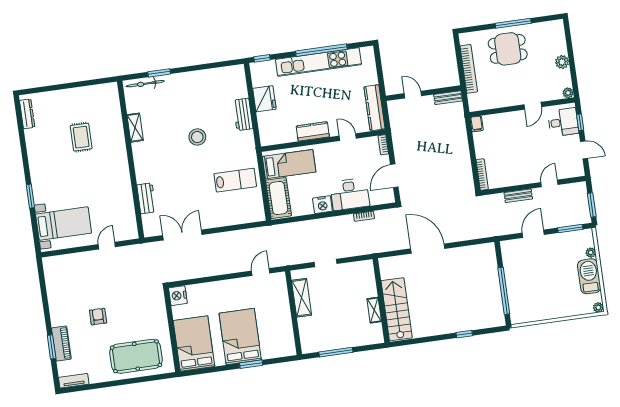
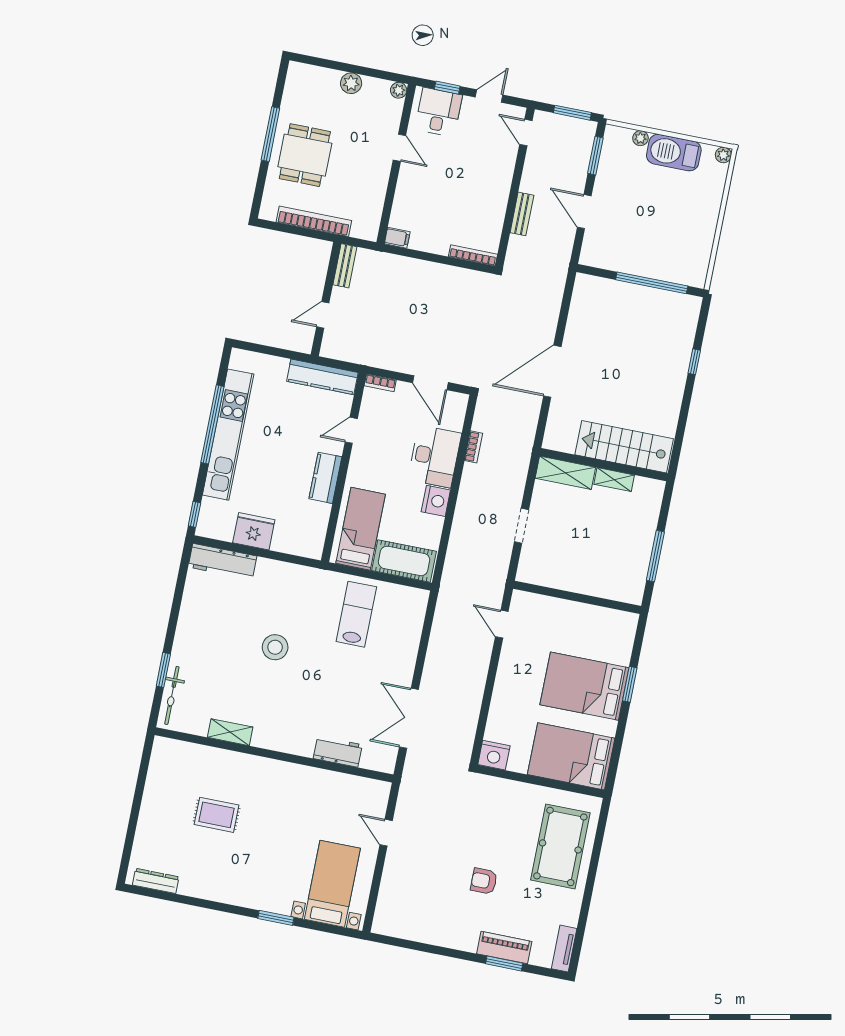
workbench: (243, 114) -> (222, 562), moved, width x1.38
door: (549, 183) -> (526, 133), moved
shelving: (302, 298) -> (565, 473), moved

